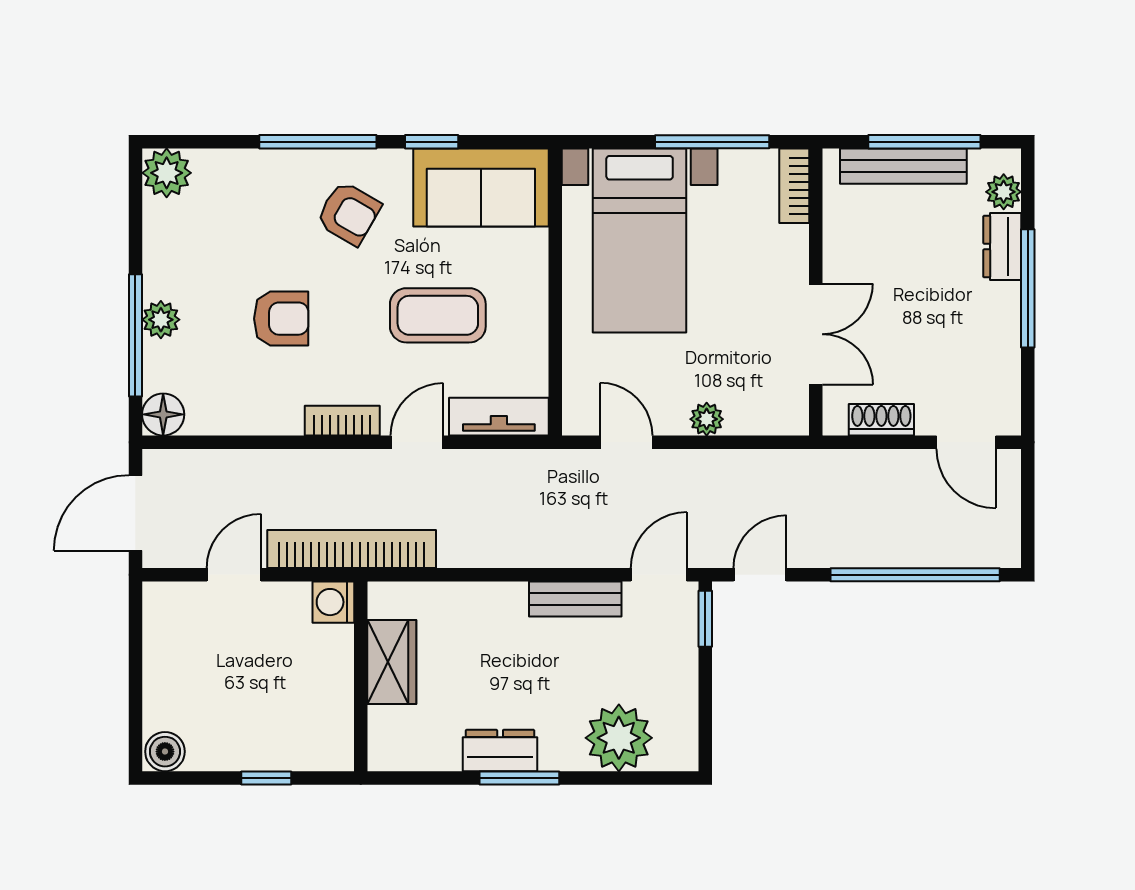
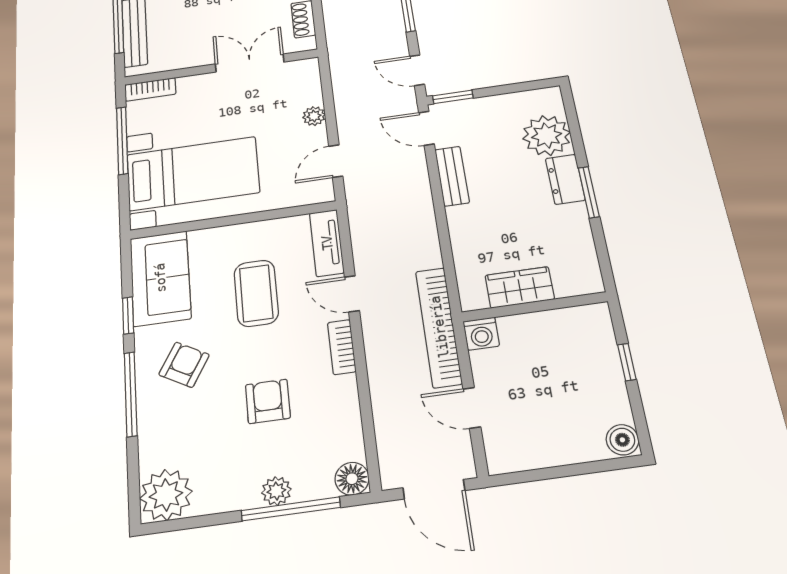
plant: (167, 173) -> (166, 495), width x1.36, depth x1.36
dresser: (500, 750) -> (565, 179), moved

